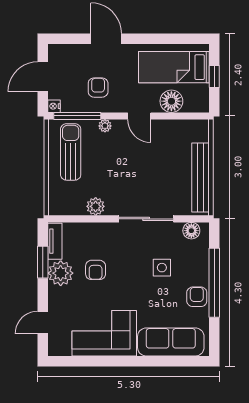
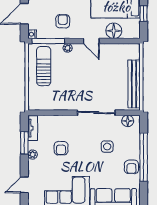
plant: (96, 206) -> (61, 104), removed
plant: (61, 273) -> (33, 155), width x0.53, depth x0.53
armchair: (197, 297) -> (131, 167), turned 180

